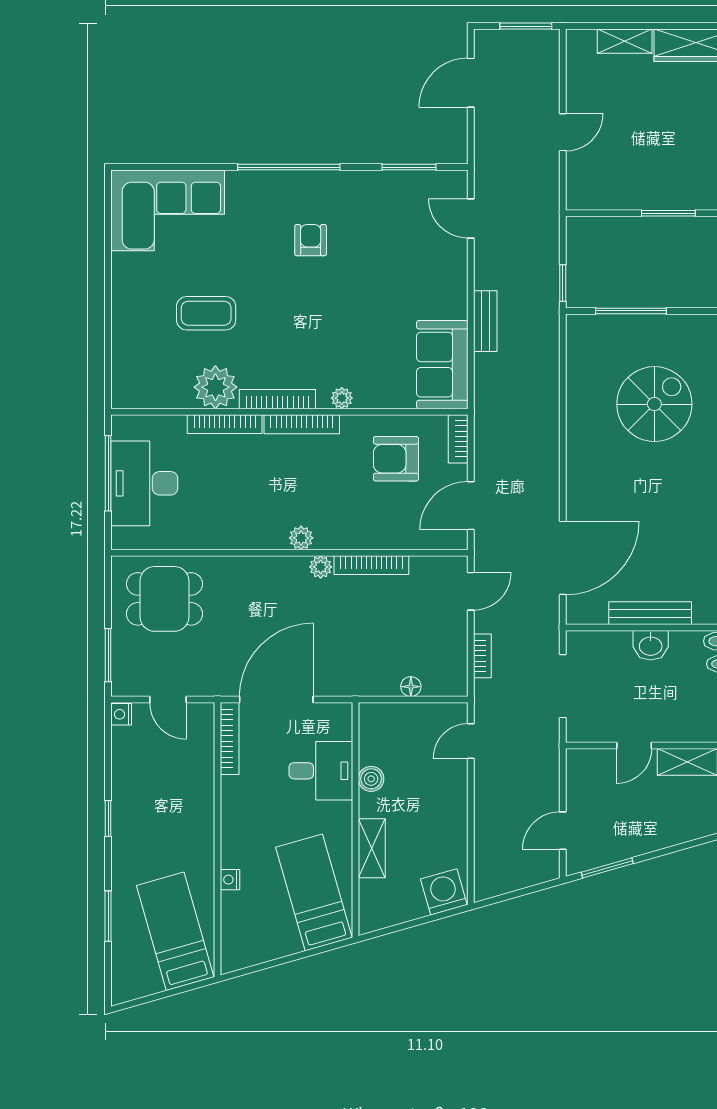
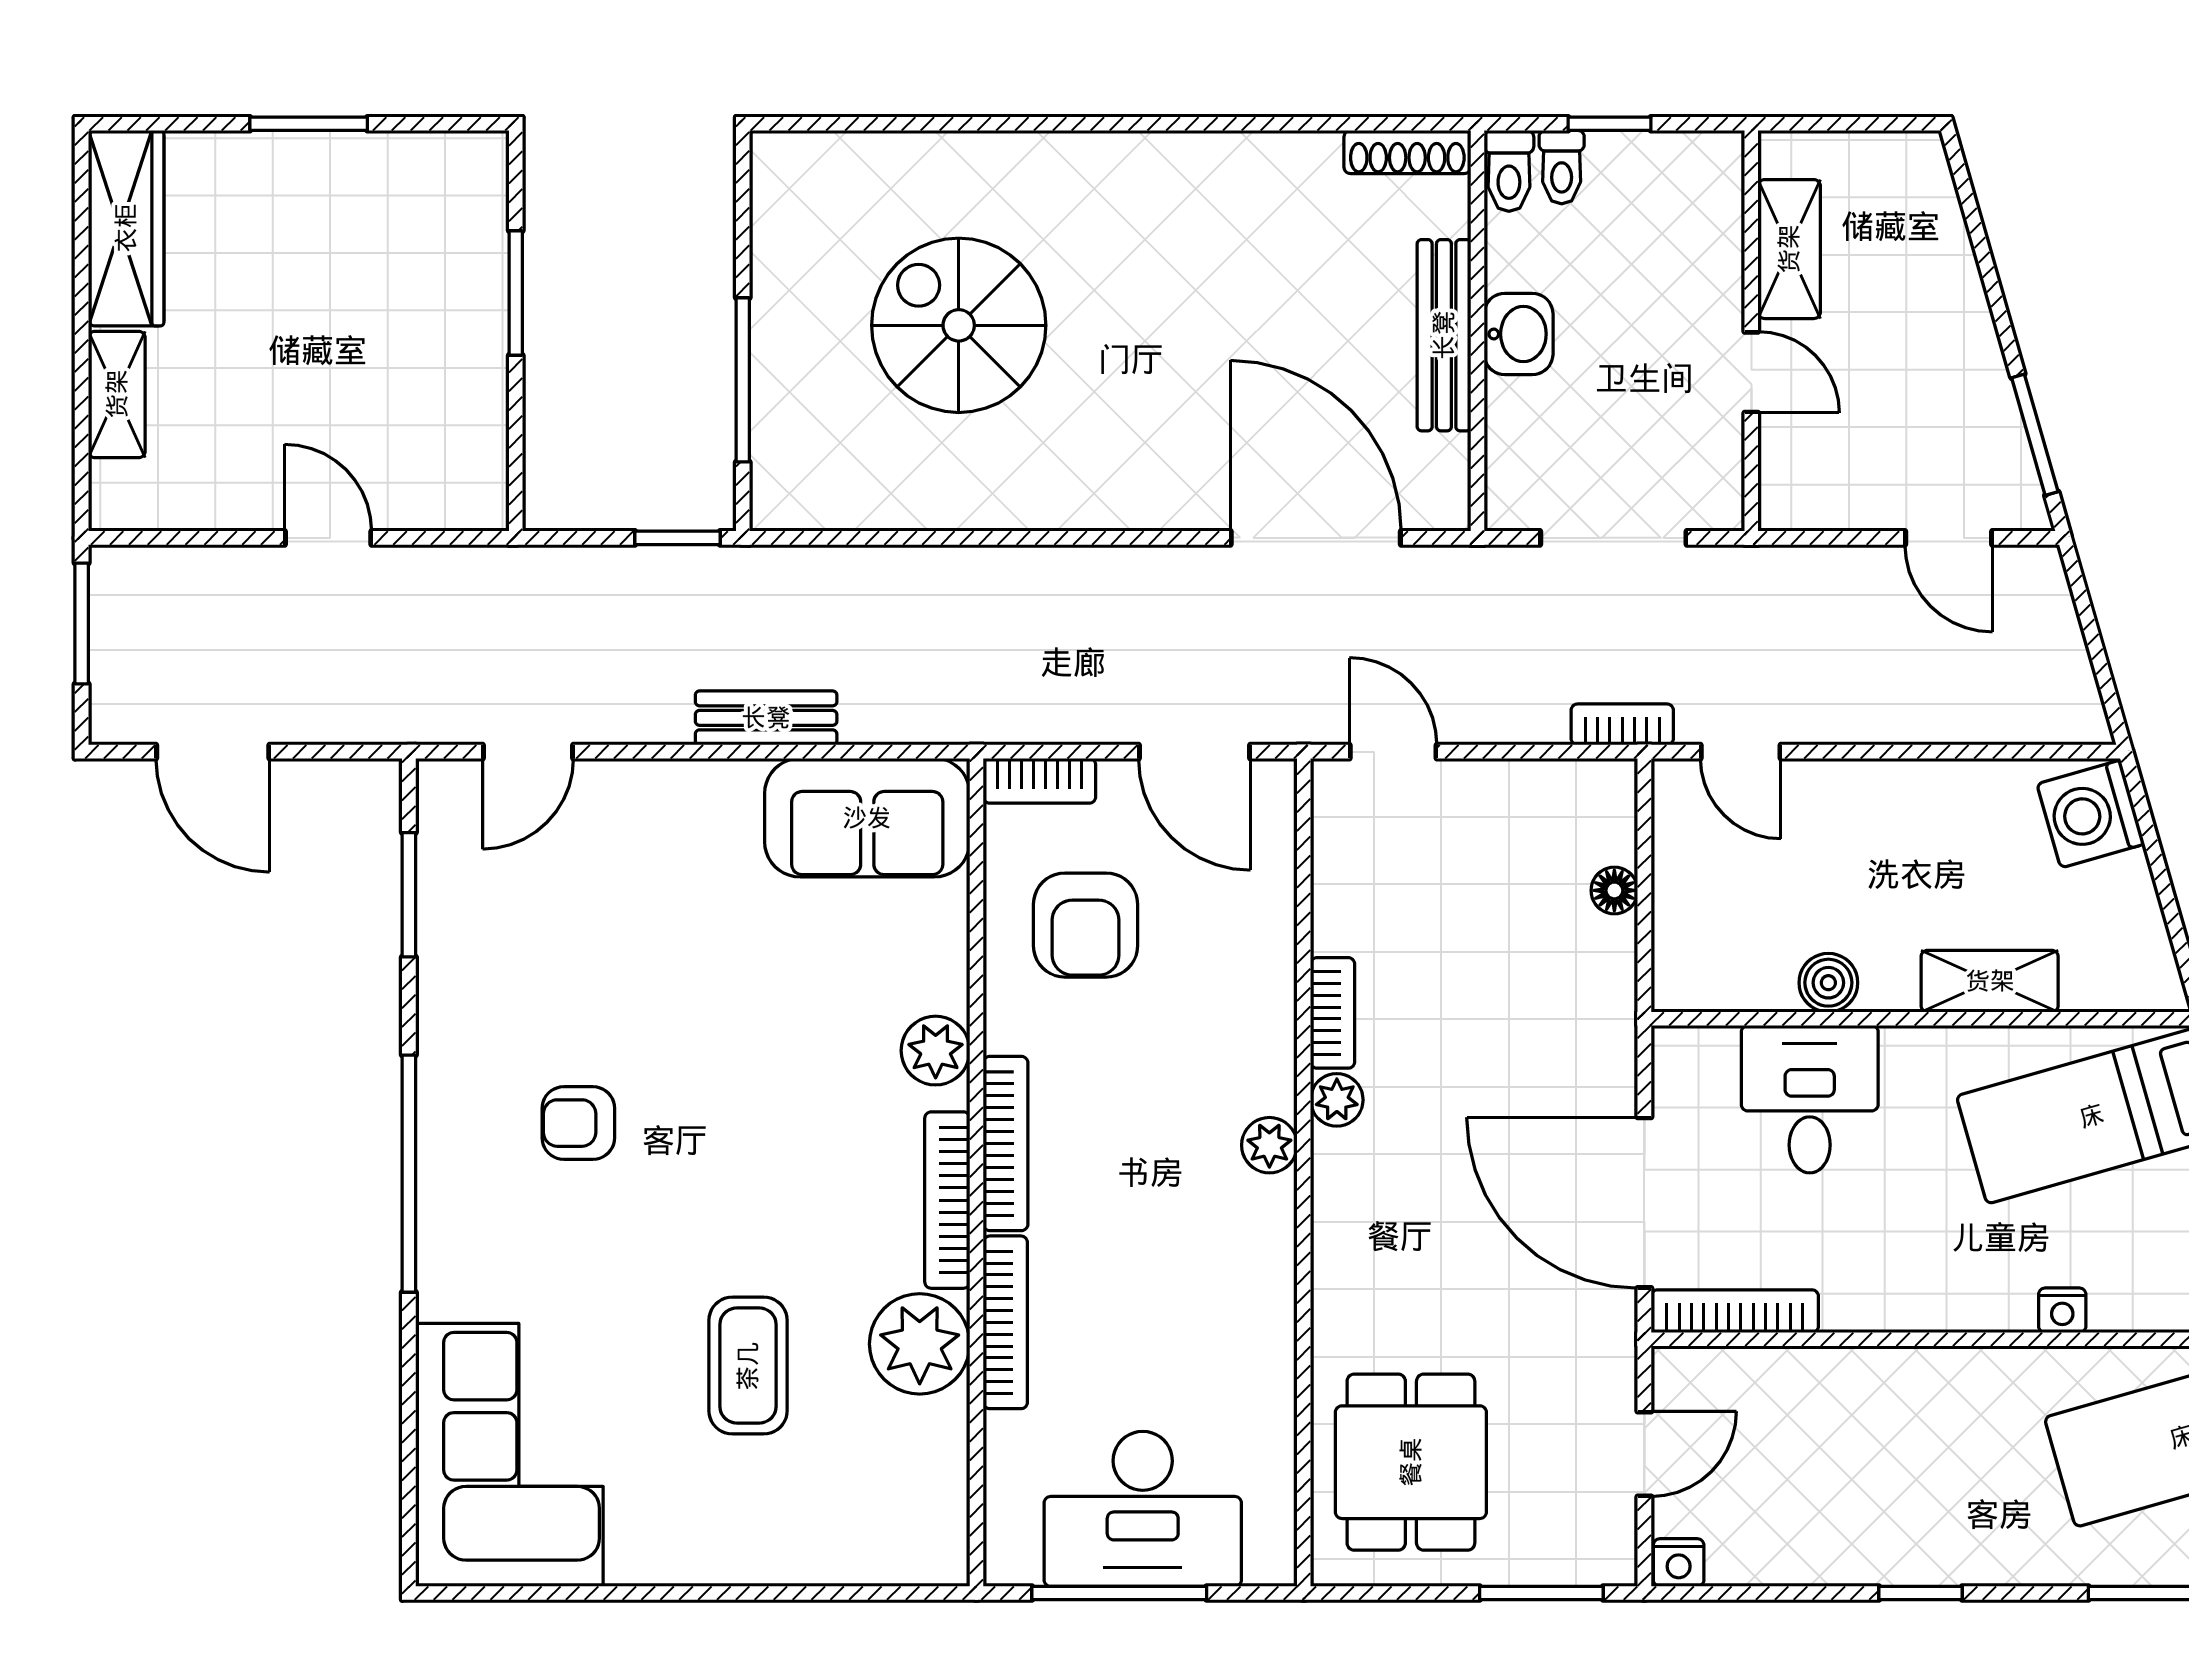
plant: (342, 398) -> (936, 1051), width x1.38, depth x1.38
bookcase: (371, 565) -> (1333, 1013), width x0.64
bookcase: (482, 656) -> (1622, 724), moved

